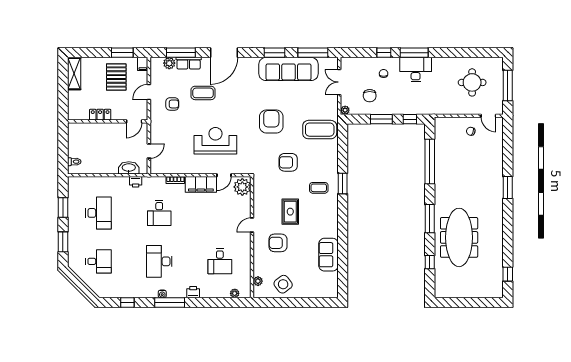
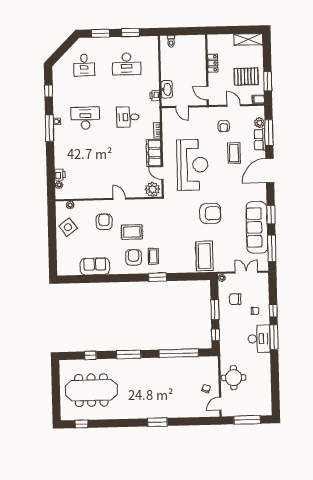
door: (224, 53) -> (270, 170), hinge flipped
round table: (472, 82) -> (234, 378), moved
reception desk: (215, 141) -> (192, 165), width x1.36, depth x1.30
armchair: (288, 162) -> (134, 257), moved
meeting table: (459, 237) -> (91, 390), moved
desk: (220, 261) -> (87, 171), removed
printer: (193, 292) -> (60, 175), moved

